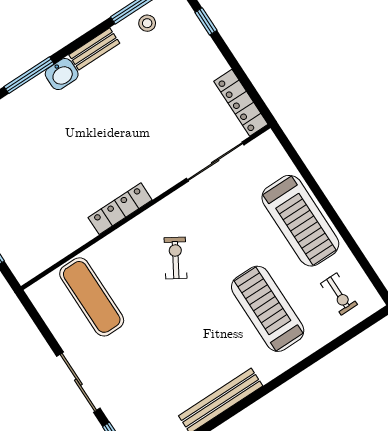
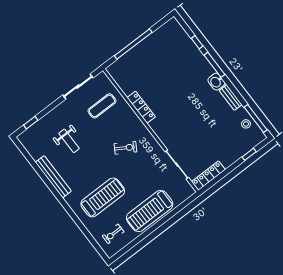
locker: (120, 209) -> (141, 107), moved
exercise mat: (92, 297) -> (102, 106), width x0.73, depth x0.69
weight bench: (154, 365) -> (69, 141), added
sliding door: (78, 382) -> (78, 86), moved

